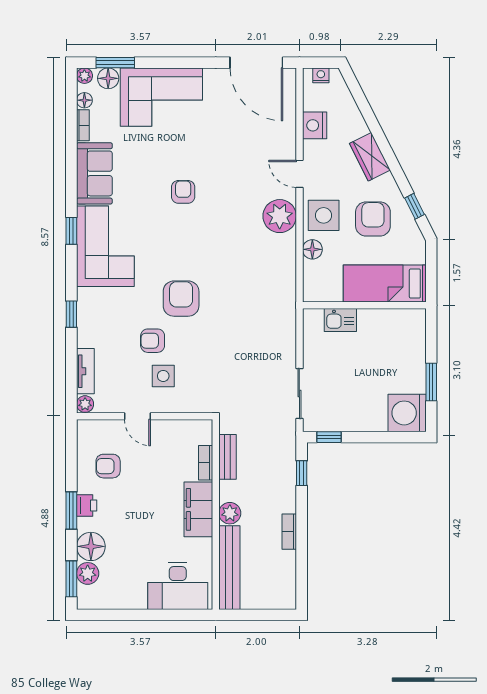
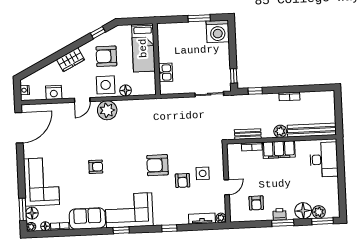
armchair: (183, 192) -> (96, 167), turned 180

